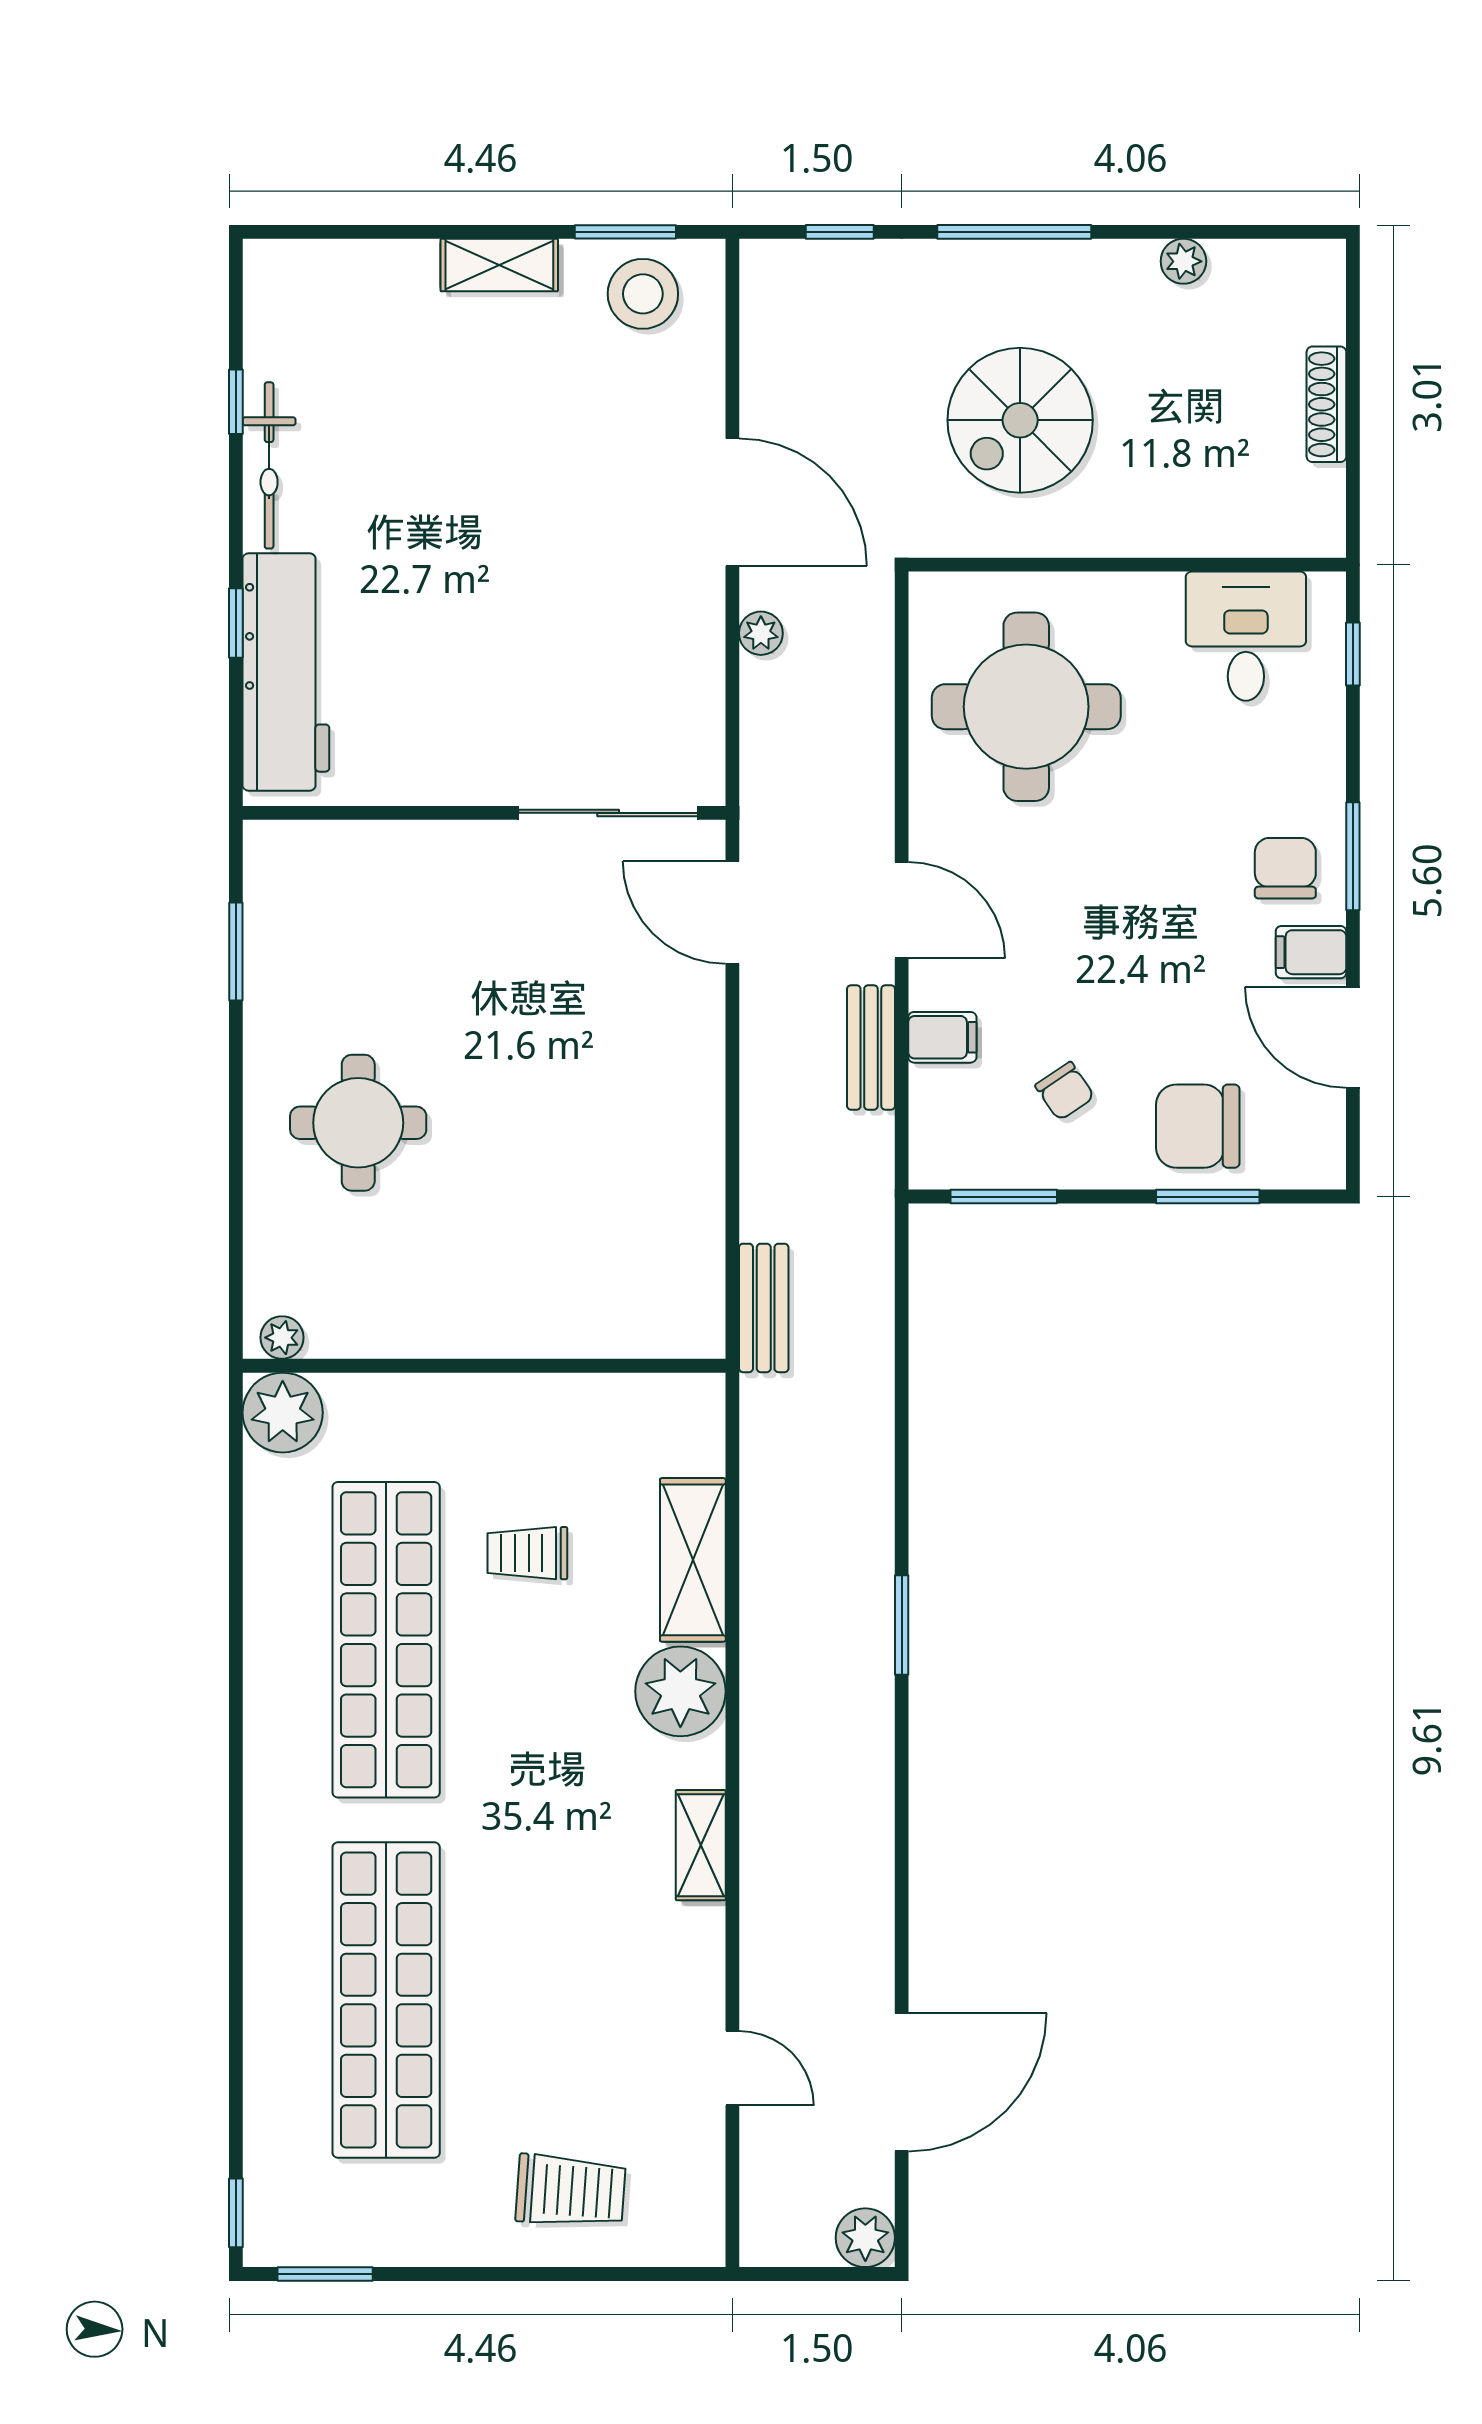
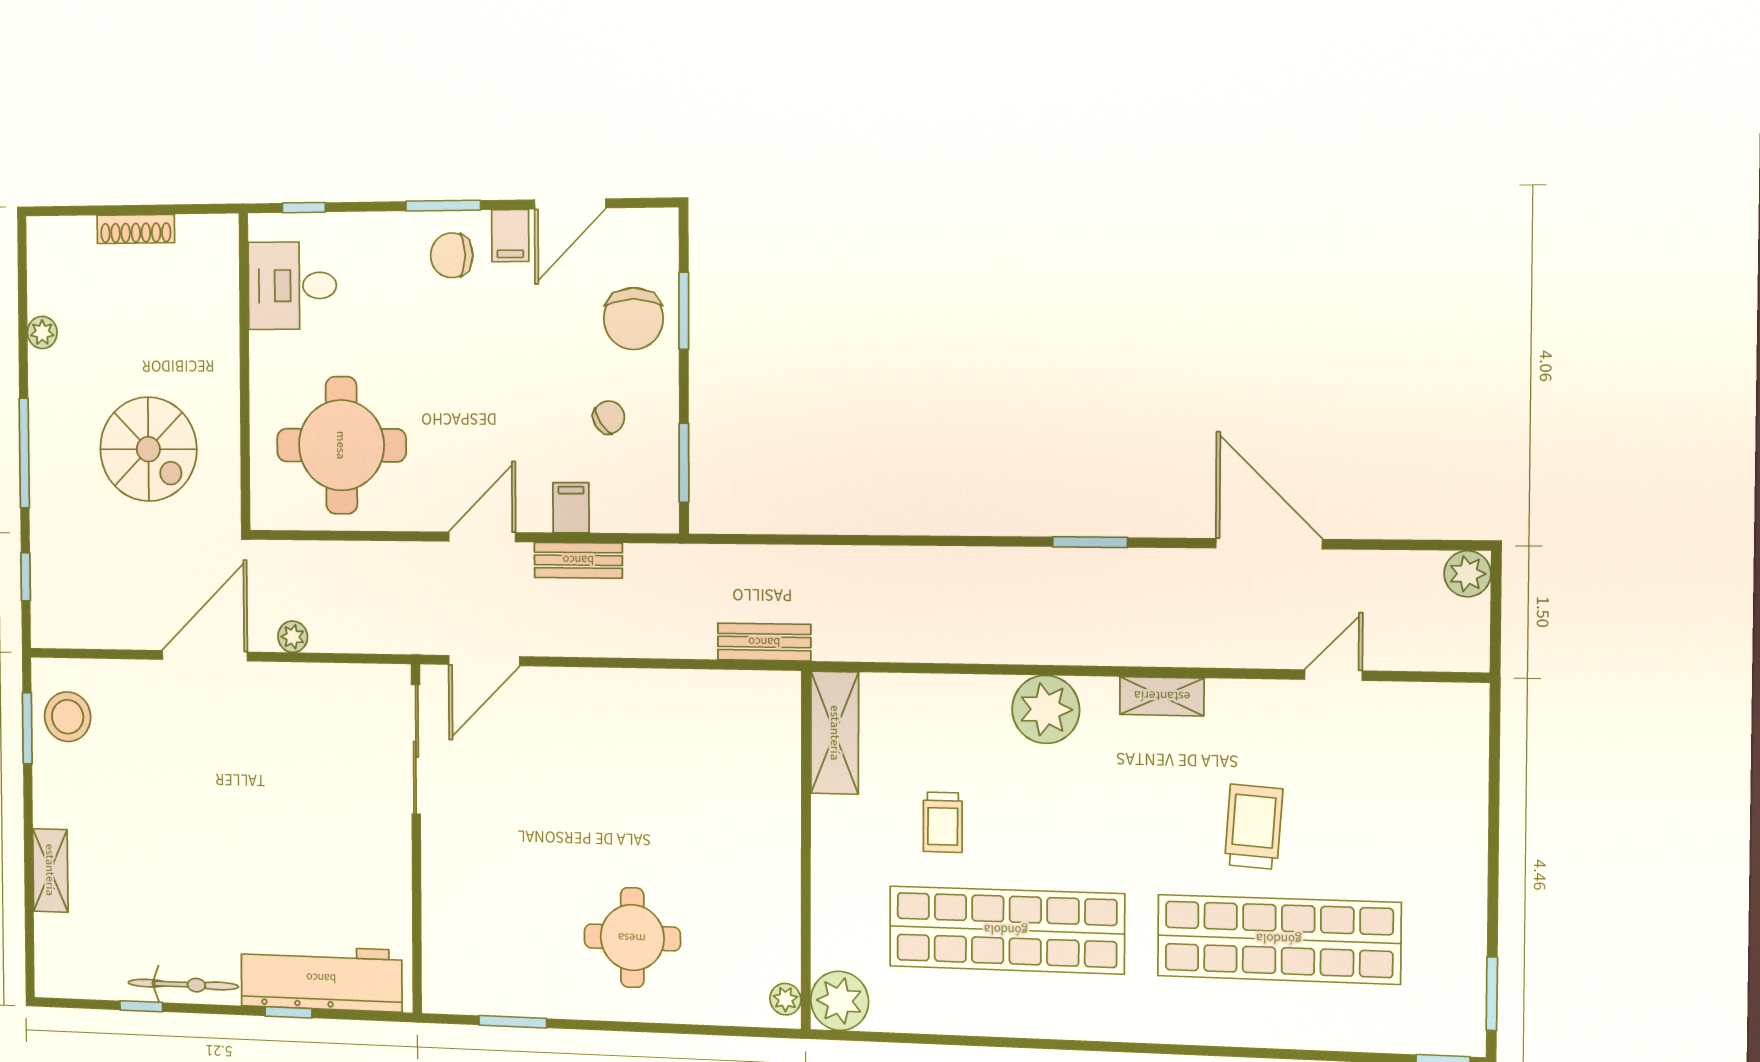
shelving: (499, 265) -> (50, 870), moved
shelving: (693, 1560) -> (835, 733), moved, turned 90
window: (902, 1625) -> (1090, 542), moved
door: (902, 2082) -> (1269, 544), moved
trolley: (571, 2191) -> (1254, 827), moved

